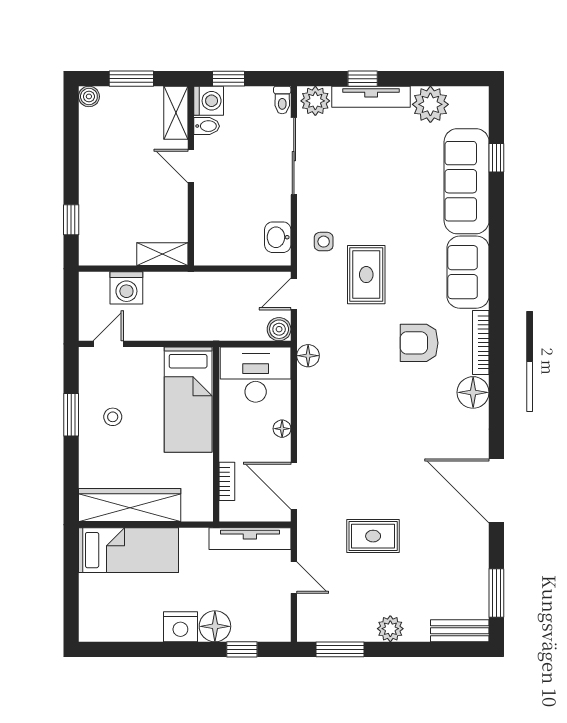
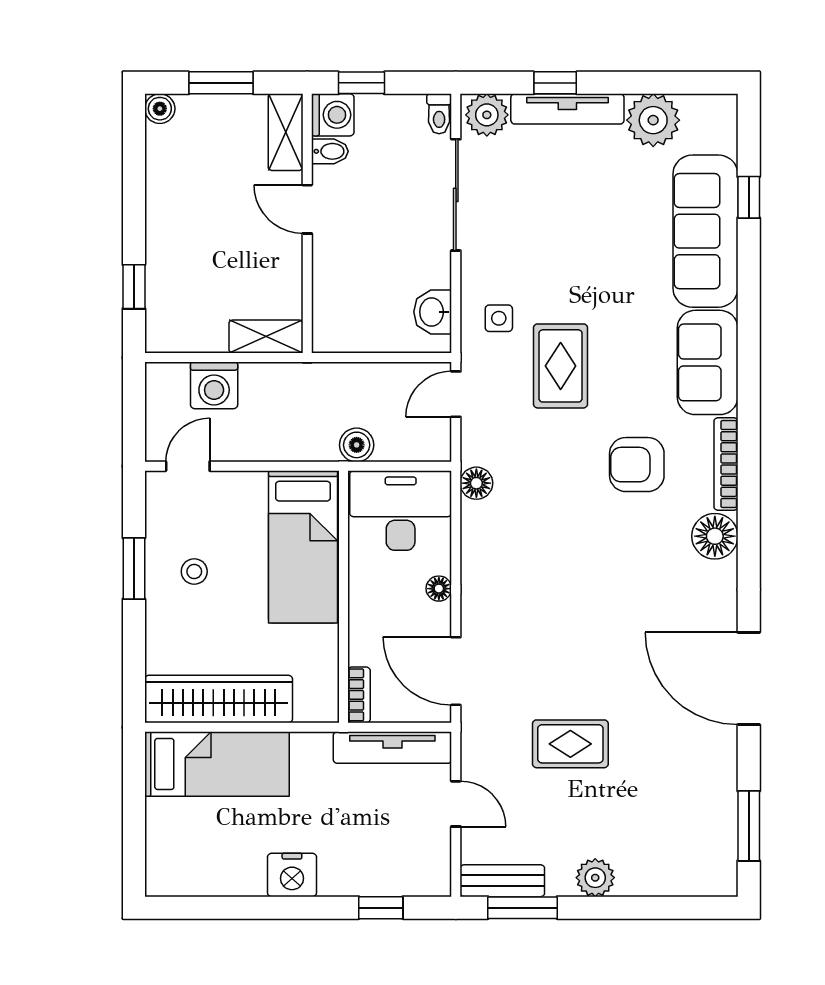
boiler: (279, 329) -> (357, 445), moved
bookcase: (227, 481) -> (359, 695), moved
floor lamp: (215, 626) -> (342, 874), removed
bench: (460, 631) -> (502, 881), moved

